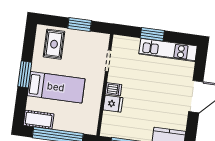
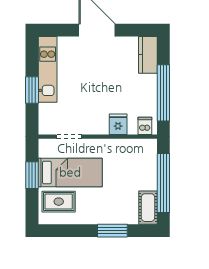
window: (25, 74) -> (112, 231), moved
bed: (56, 87) -> (70, 172), moved, turned 90
dishwasher: (114, 89) -> (145, 126), moved

